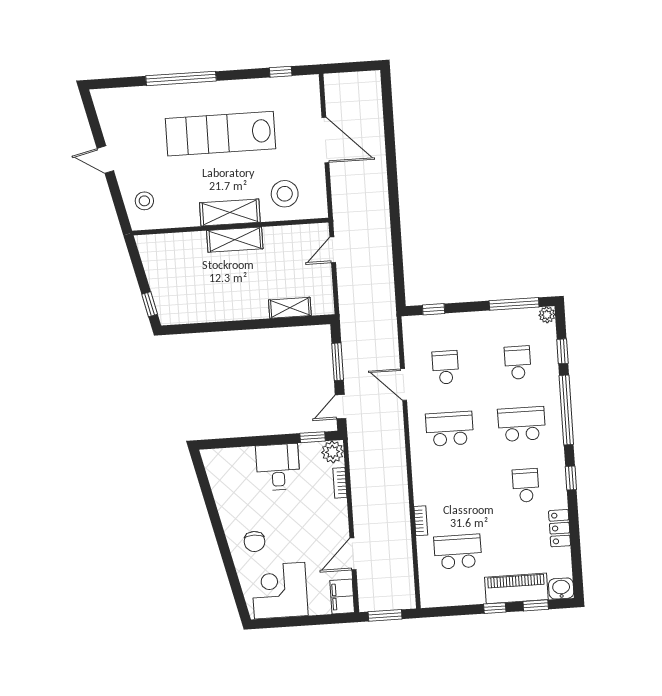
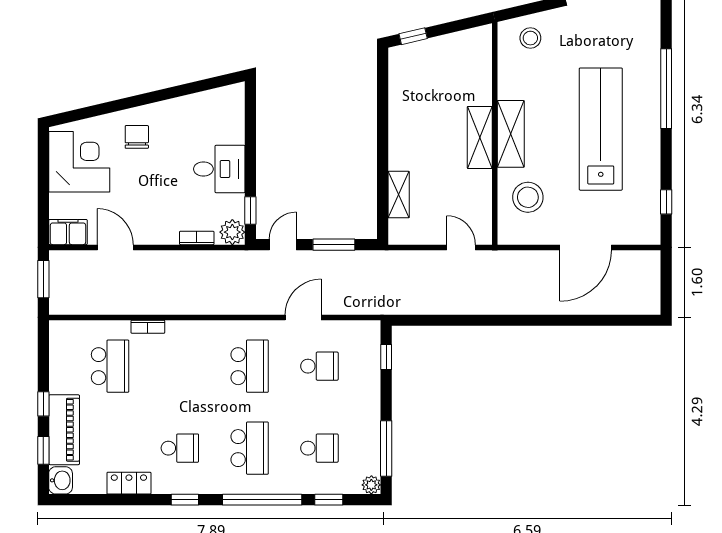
door: (341, 407) -> (283, 245), hinge flipped
chair: (254, 542) -> (137, 137), turned 90

